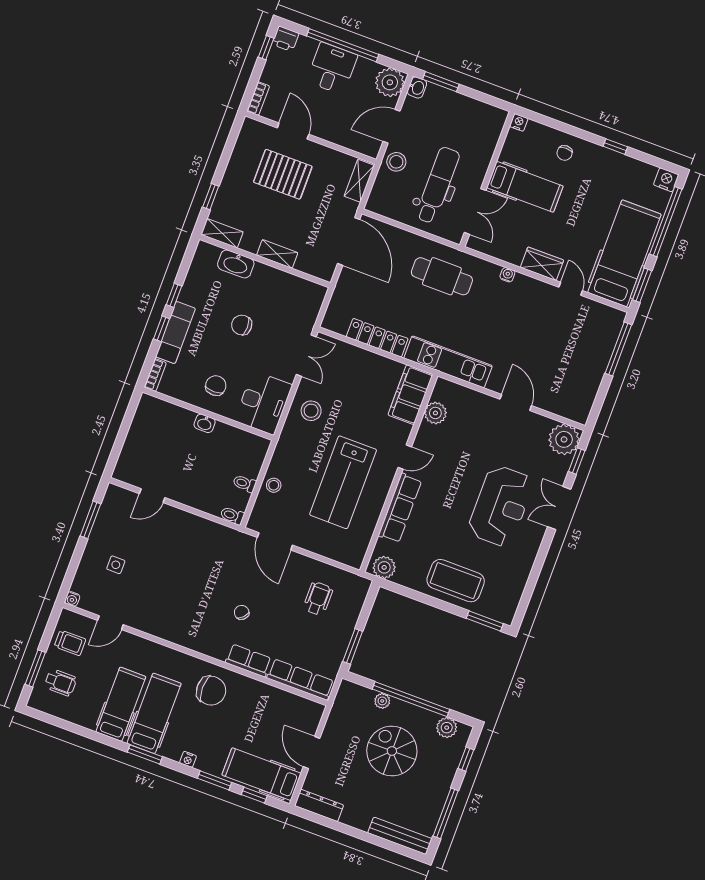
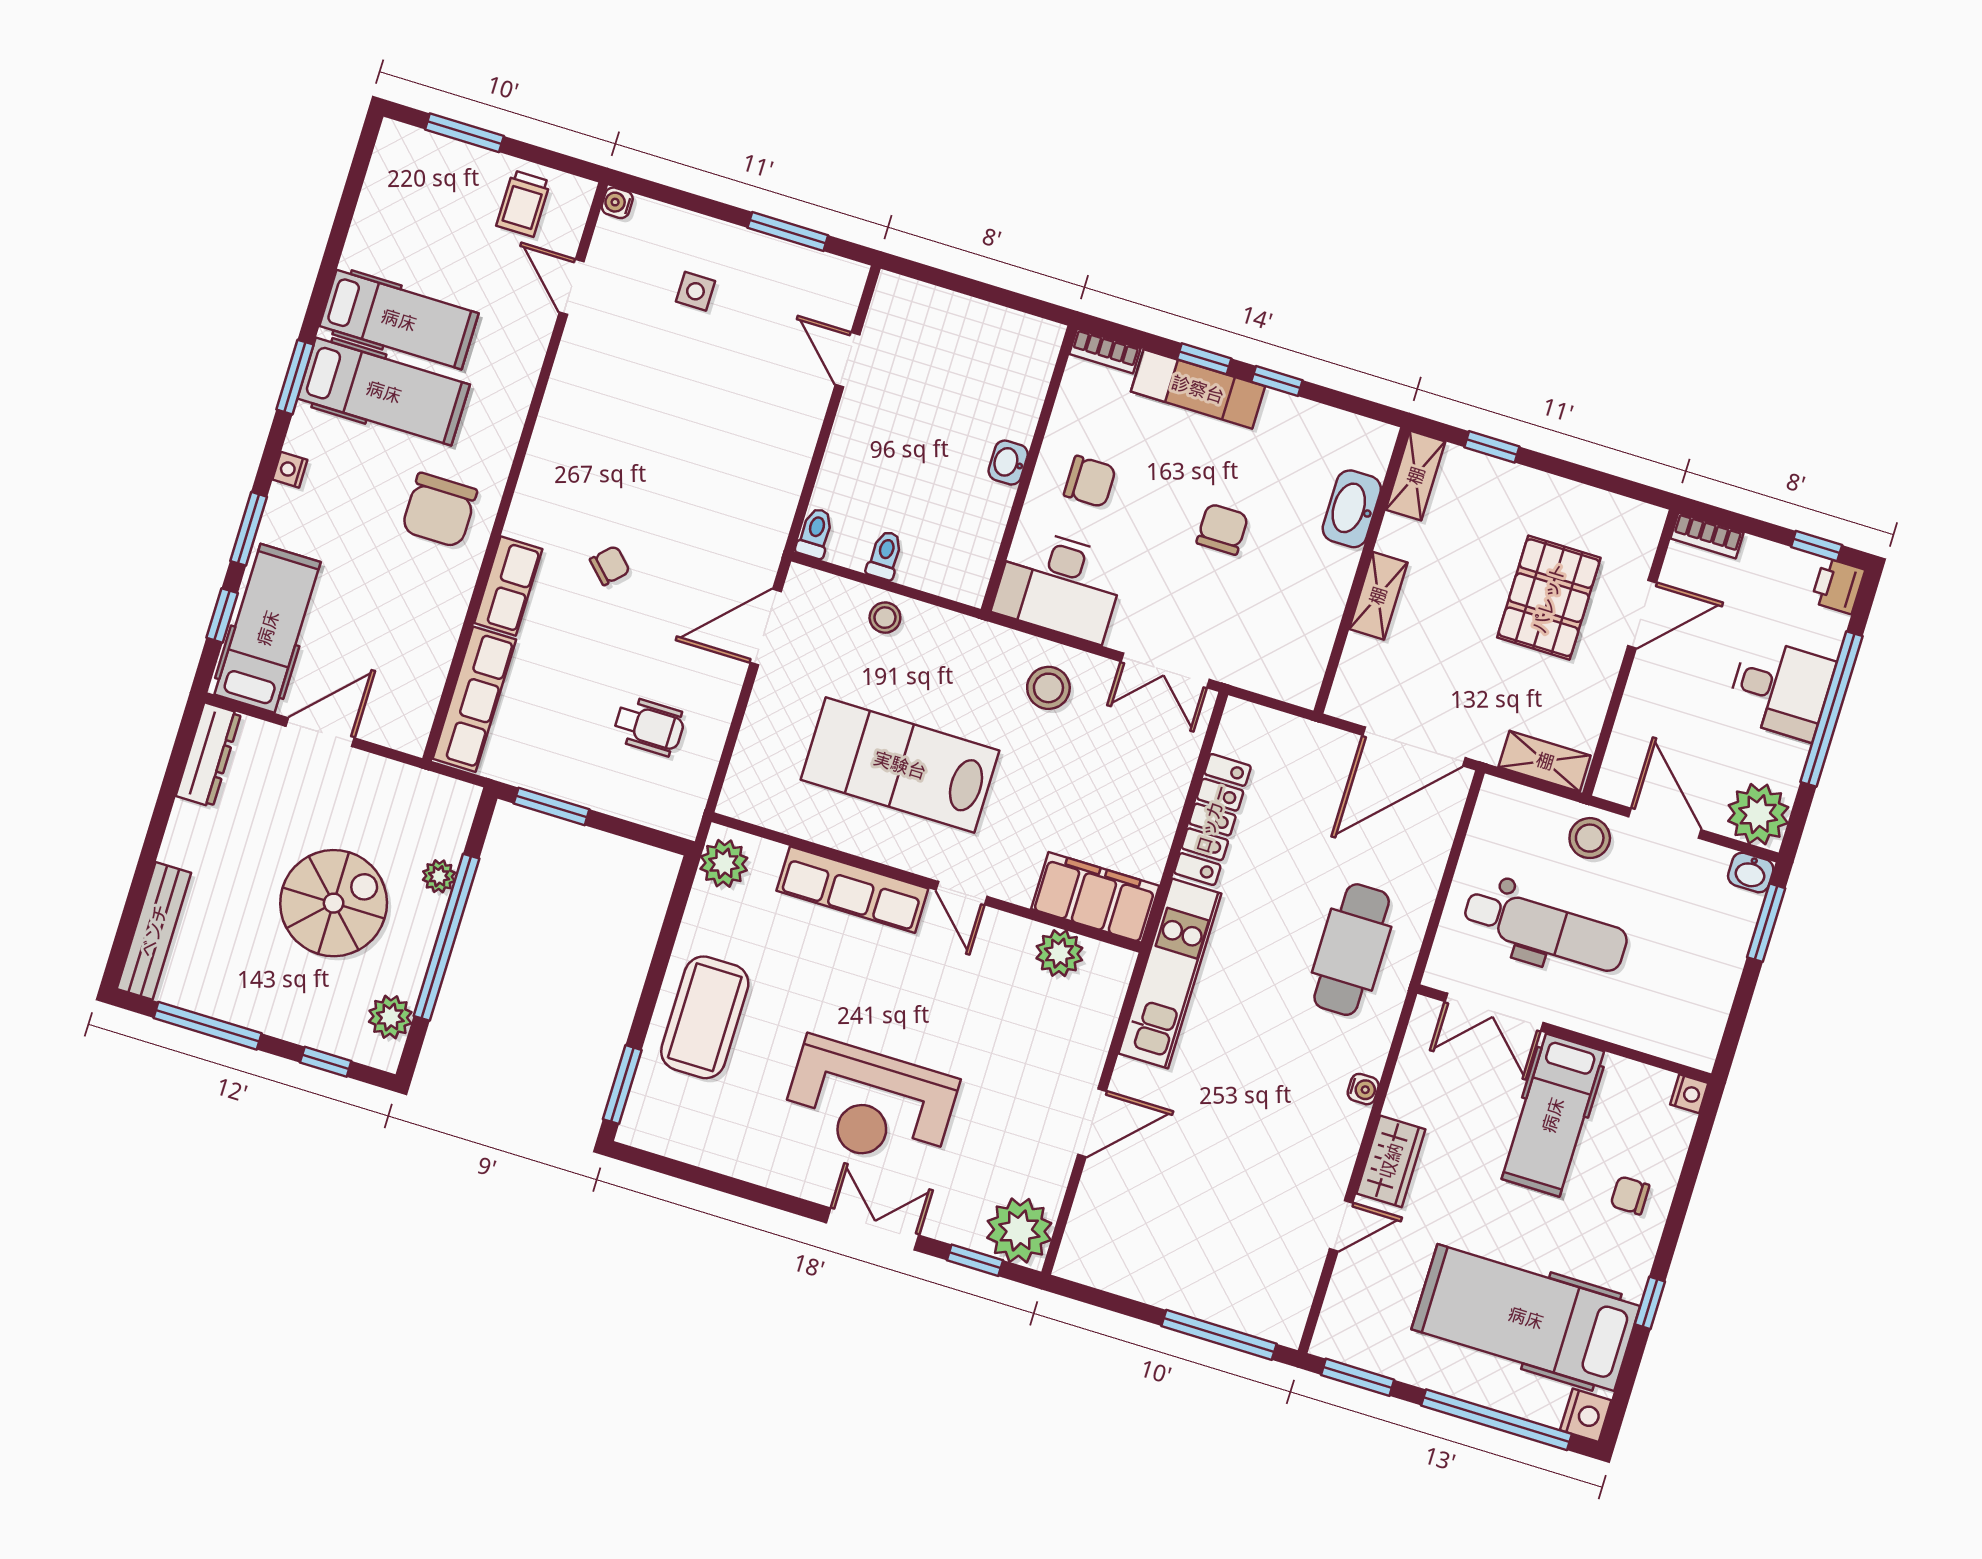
hospital bed: (624, 253) -> (1526, 1318), moved, turned 180
wheelchair: (60, 683) -> (438, 188), removed

